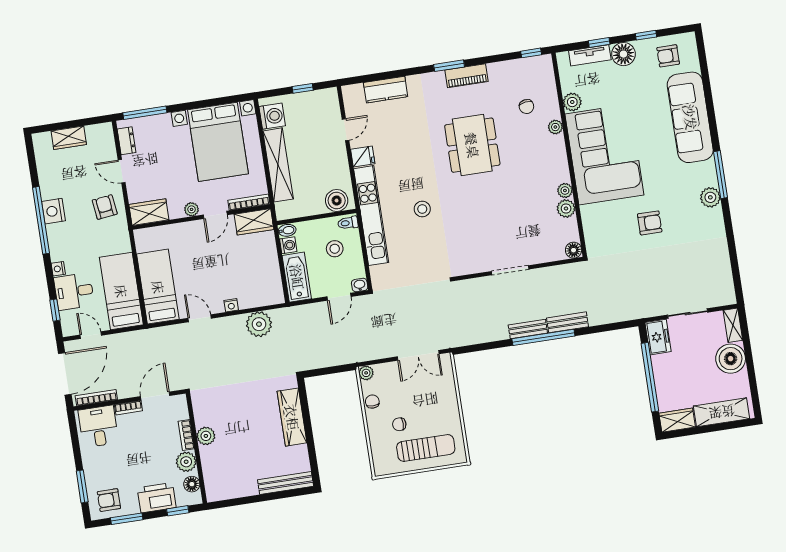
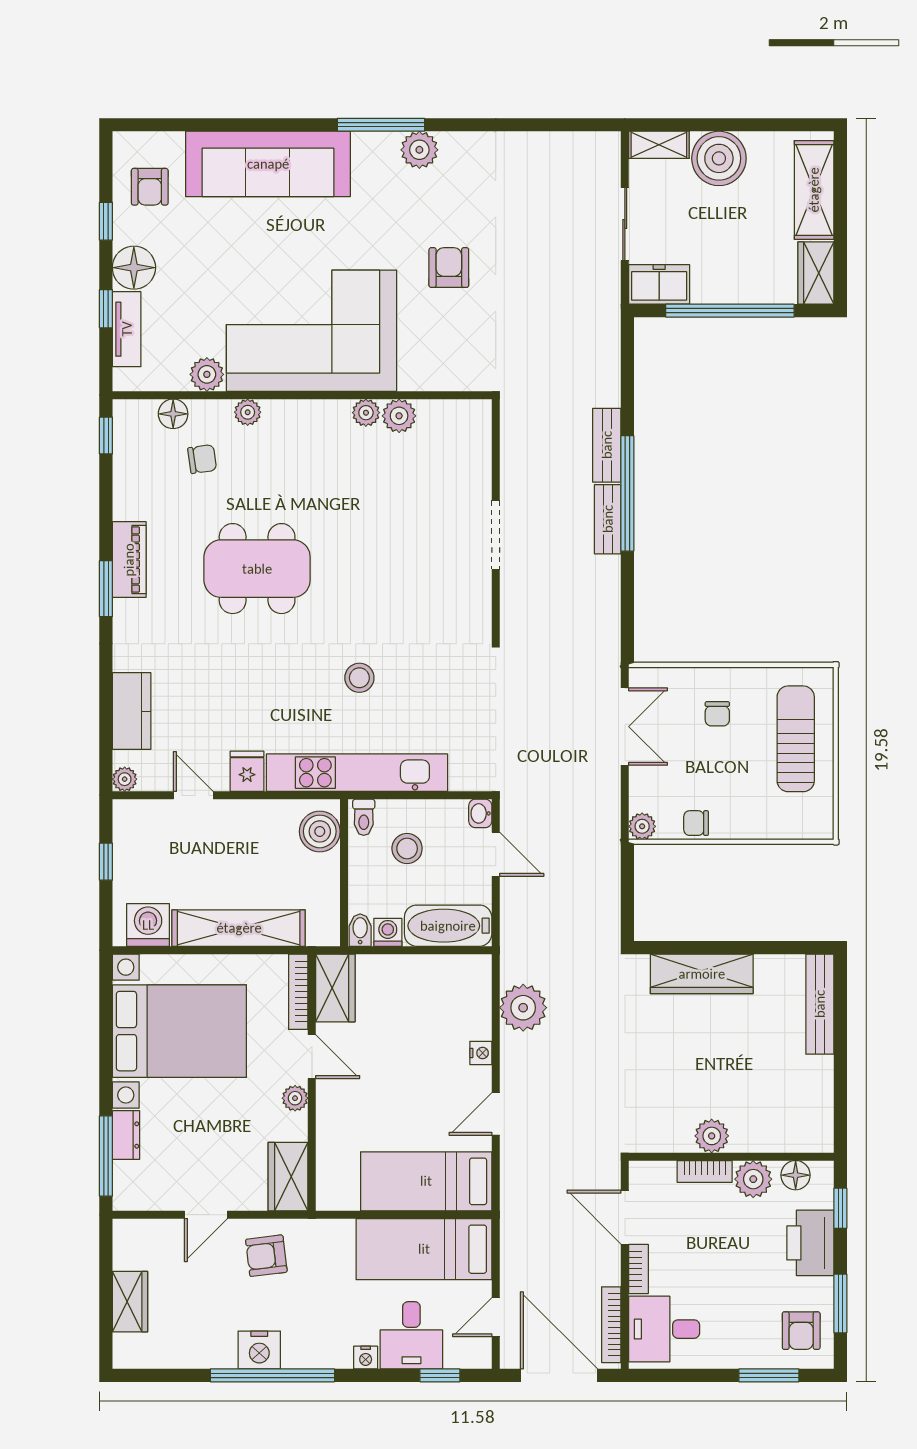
plant: (348, 92) -> (125, 779), added
dresser: (127, 141) -> (126, 1135), moved, turned 90
floor lamp: (574, 250) -> (173, 414), moved
chair: (399, 424) -> (717, 714), moved

